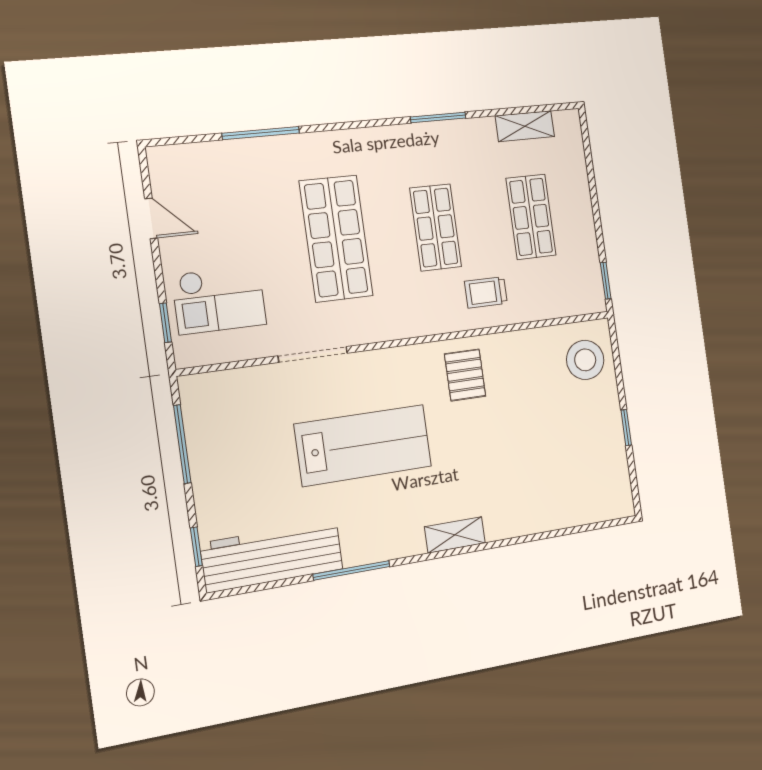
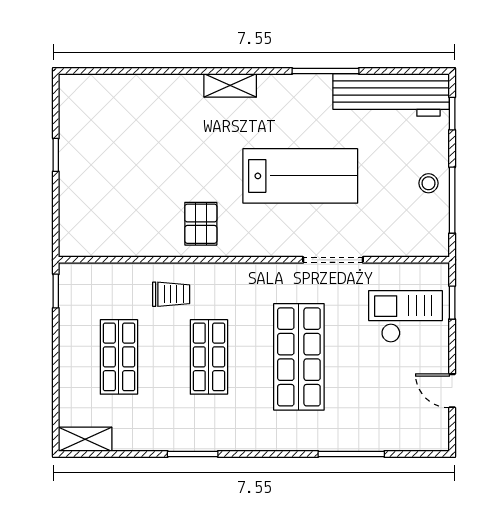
shelving: (525, 126) -> (85, 439), moved
stool: (585, 360) -> (429, 183), moved, width x0.53, depth x0.53
lab bench: (363, 445) -> (300, 176), turned 180

